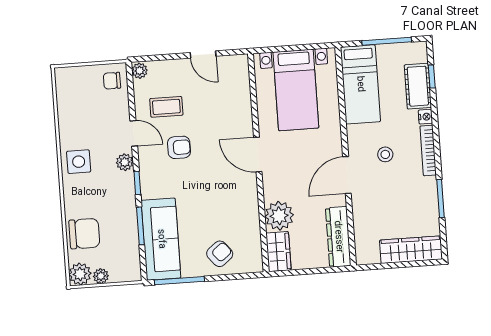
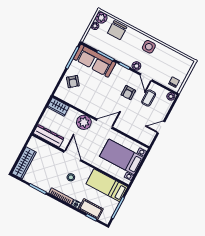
door: (134, 133) -> (146, 77), hinge flipped
plant: (279, 216) -> (84, 122), moved

